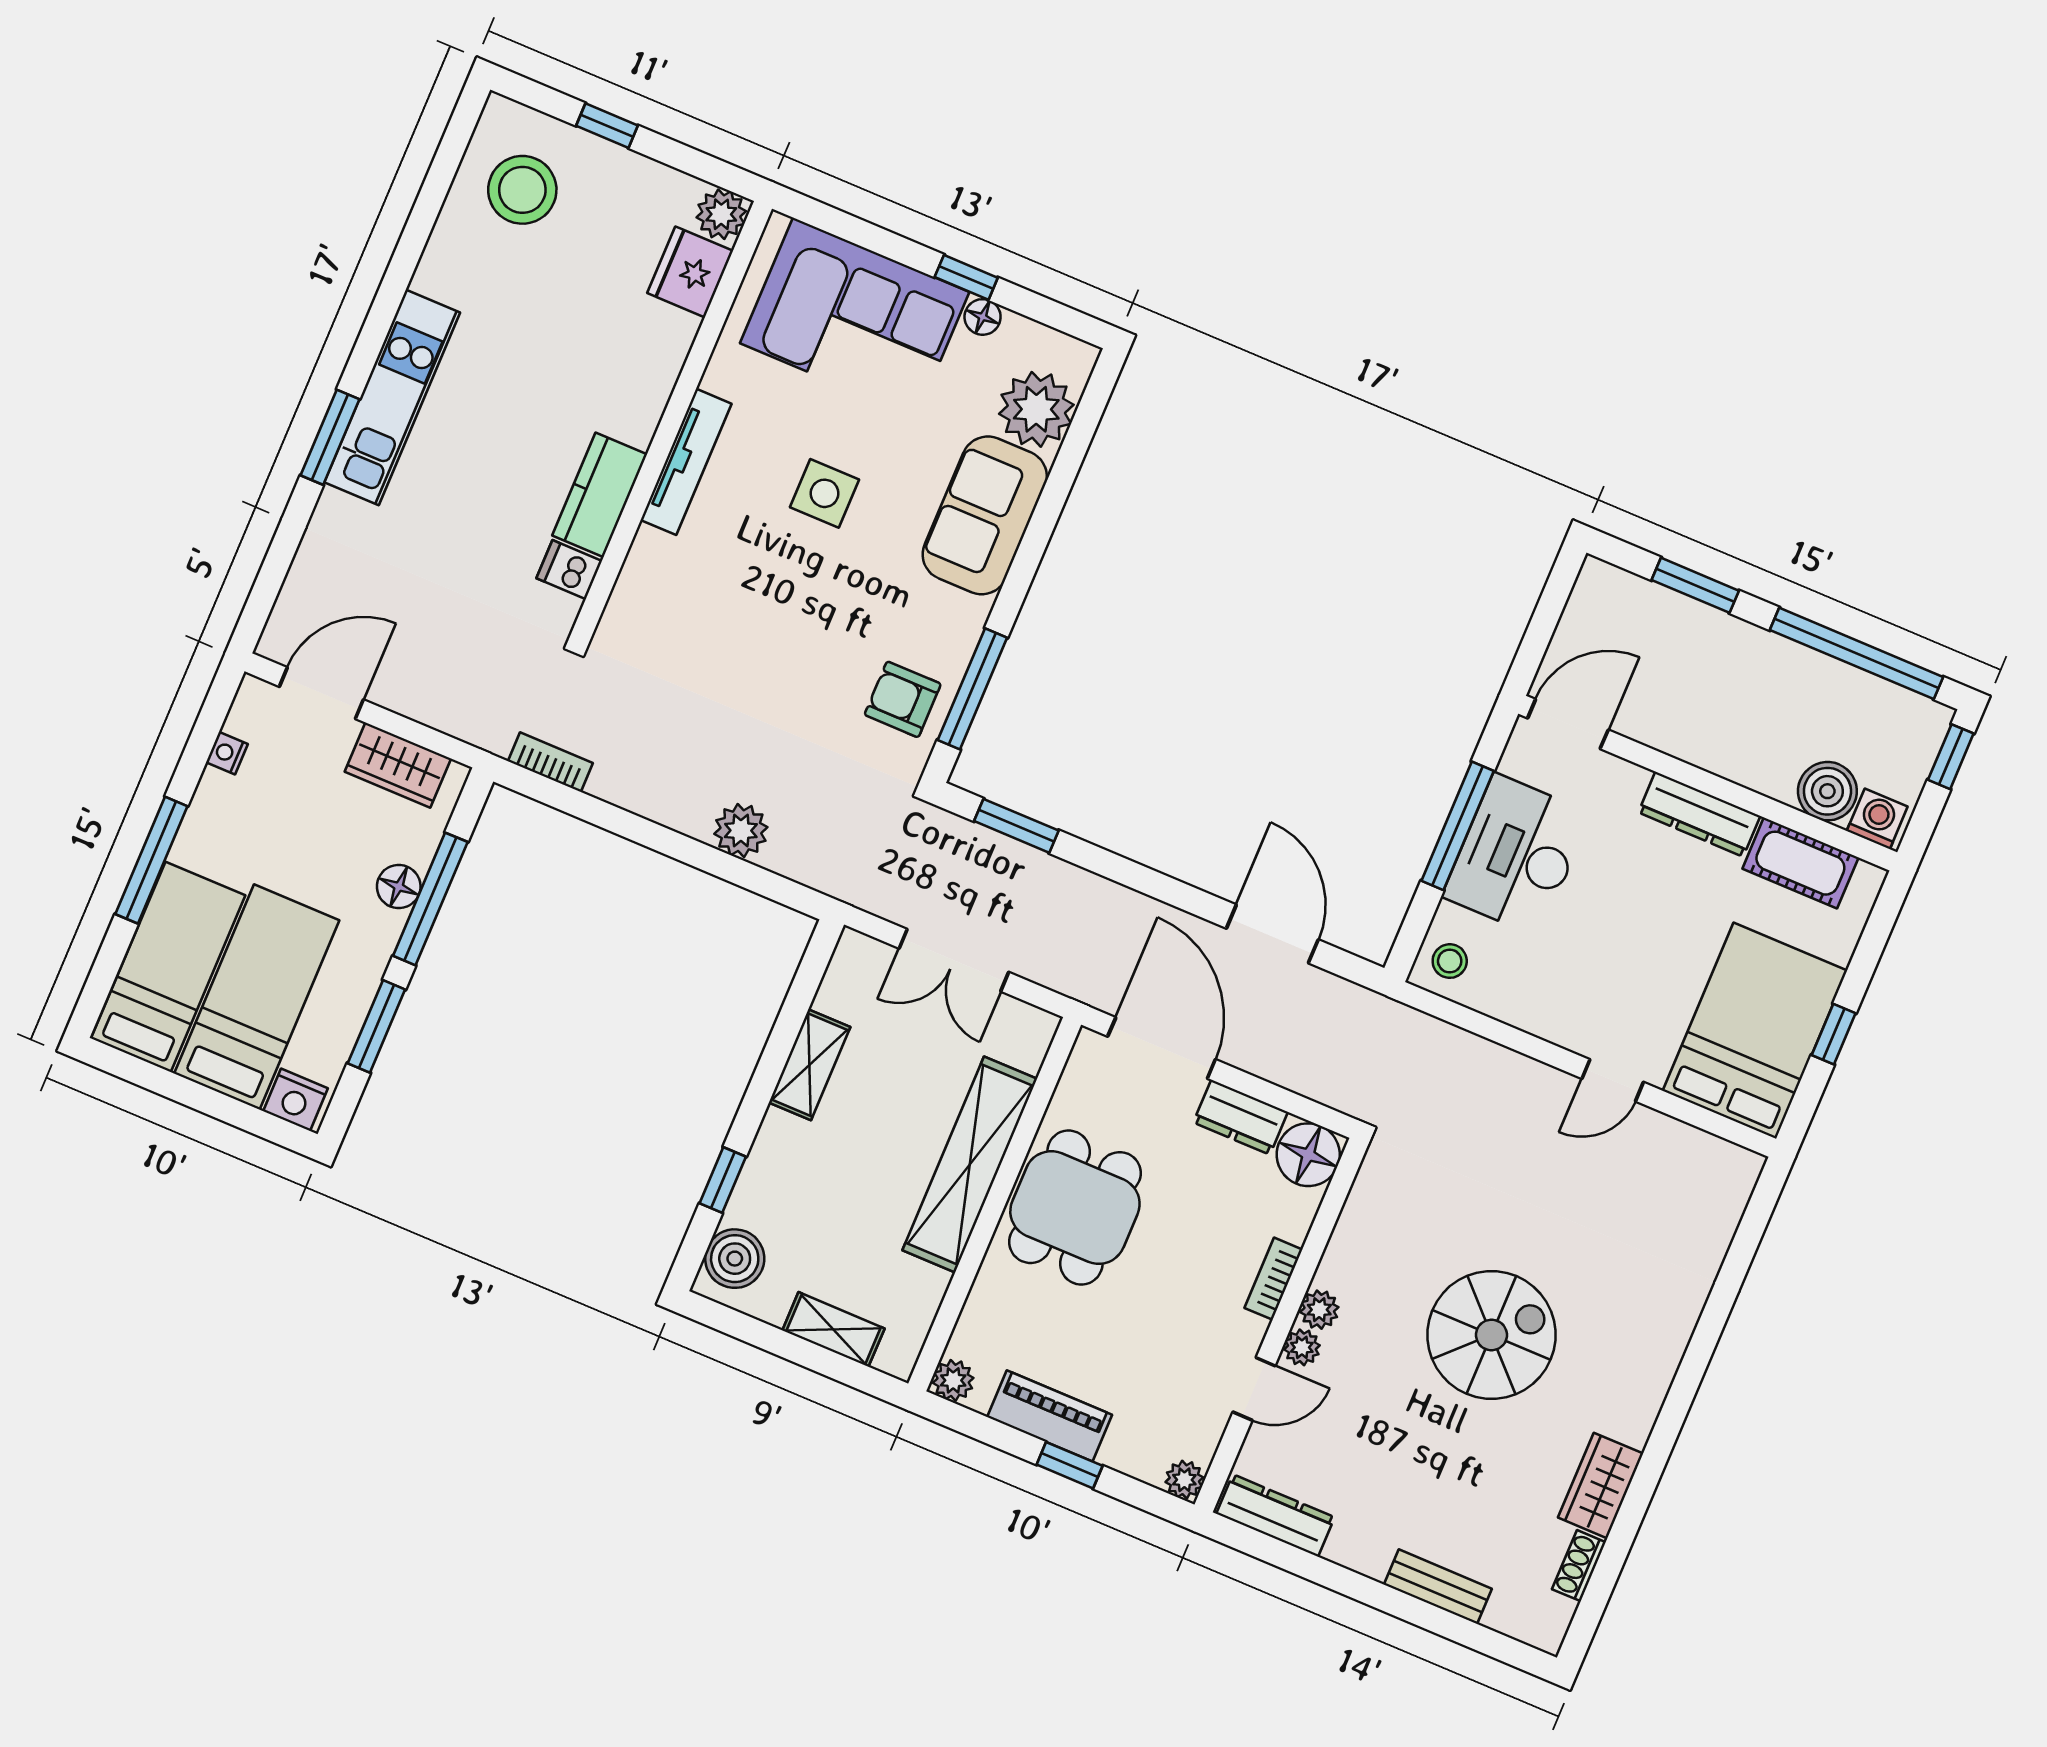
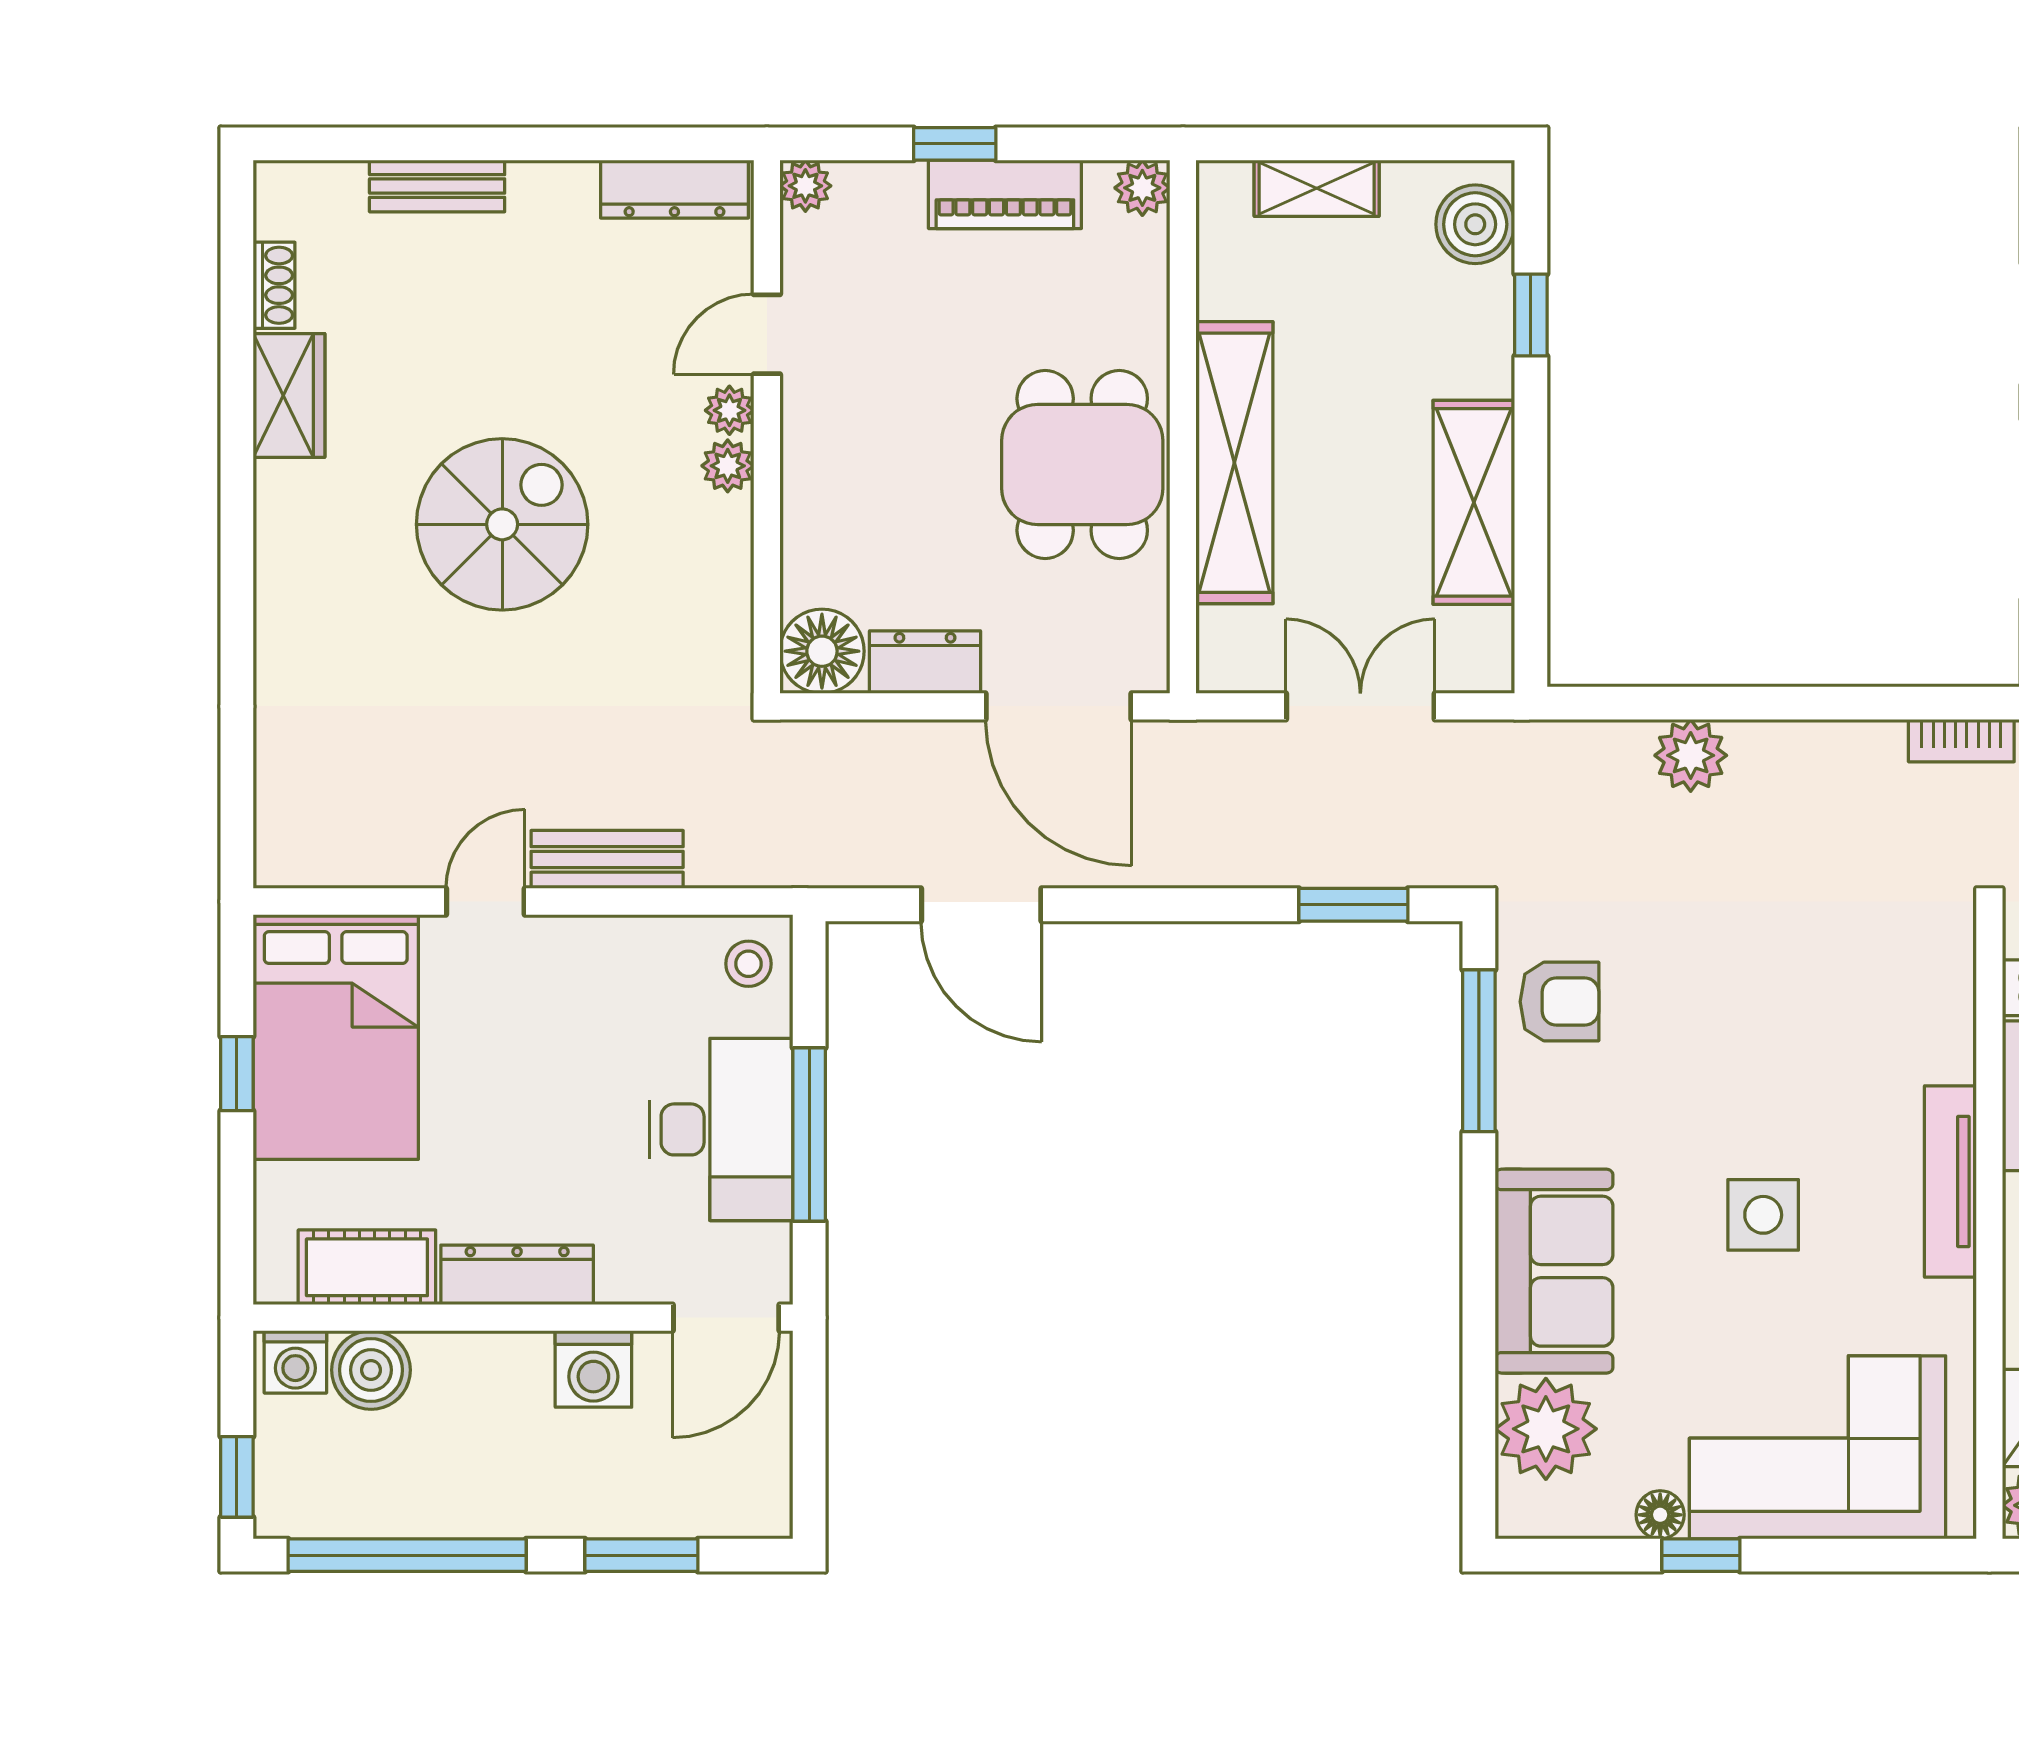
washing machine: (1674, 727) -> (593, 1369), added
shelving: (809, 1065) -> (1474, 502), width x1.50, depth x1.33
bench: (1517, 1074) -> (607, 859), added
bookcase: (1273, 1279) -> (800, 480), removed
spiral stairs: (1491, 1335) -> (502, 524), turned 180

